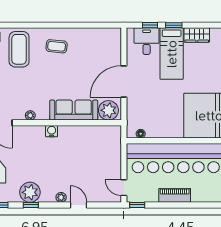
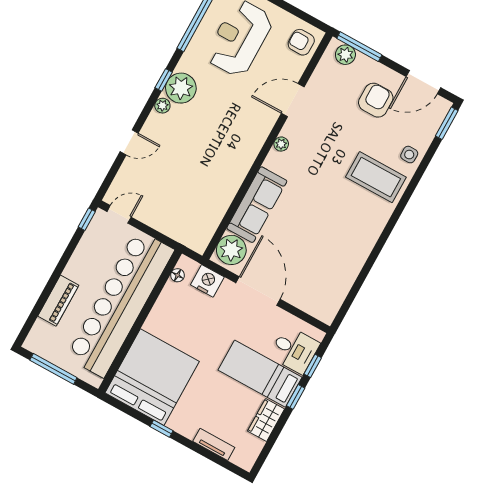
coffee table: (57, 46) -> (353, 228), removed
nightstand: (134, 114) -> (207, 281), added
water cooler: (52, 131) -> (245, 160), removed
piano: (175, 195) -> (58, 301), moved
plant: (61, 197) -> (162, 106), moved

